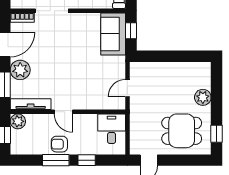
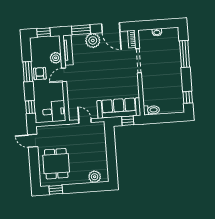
sofa: (113, 34) -> (119, 108), width x1.36
plant: (203, 97) -> (95, 177), moved
plant: (18, 121) -> (56, 58), moved
window: (87, 160) -> (30, 107), moved

